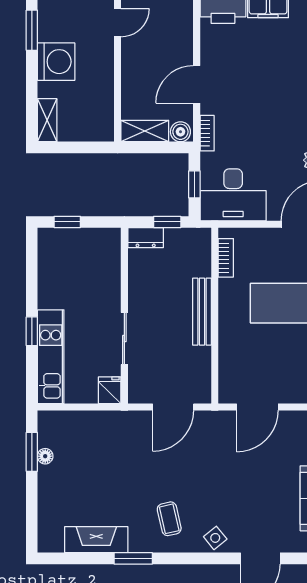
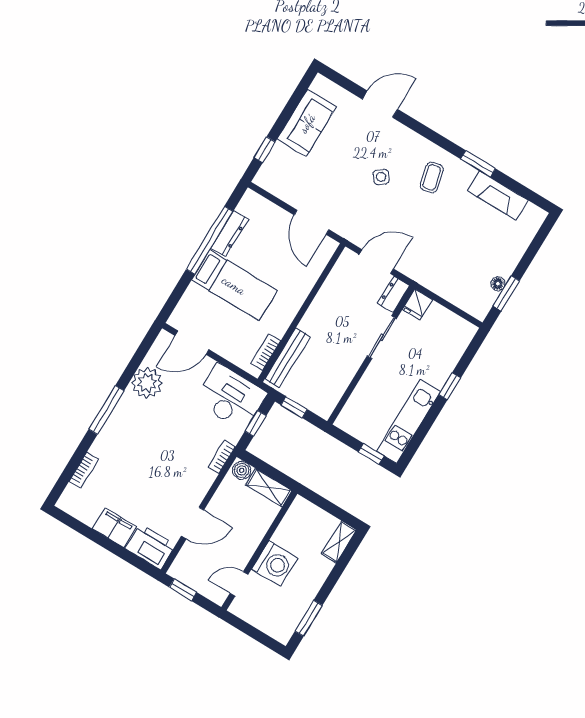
washing machine: (56, 62) -> (275, 564), moved, turned 180
door: (197, 84) -> (193, 523), moved
dresser: (146, 238) -> (394, 295), moved, turned -90
bench: (202, 312) -> (288, 358), moved
kitchen unit: (51, 357) -> (409, 421), moved
door: (257, 407) -> (311, 222), swing flipped
side table: (215, 538) -> (381, 177), moved

